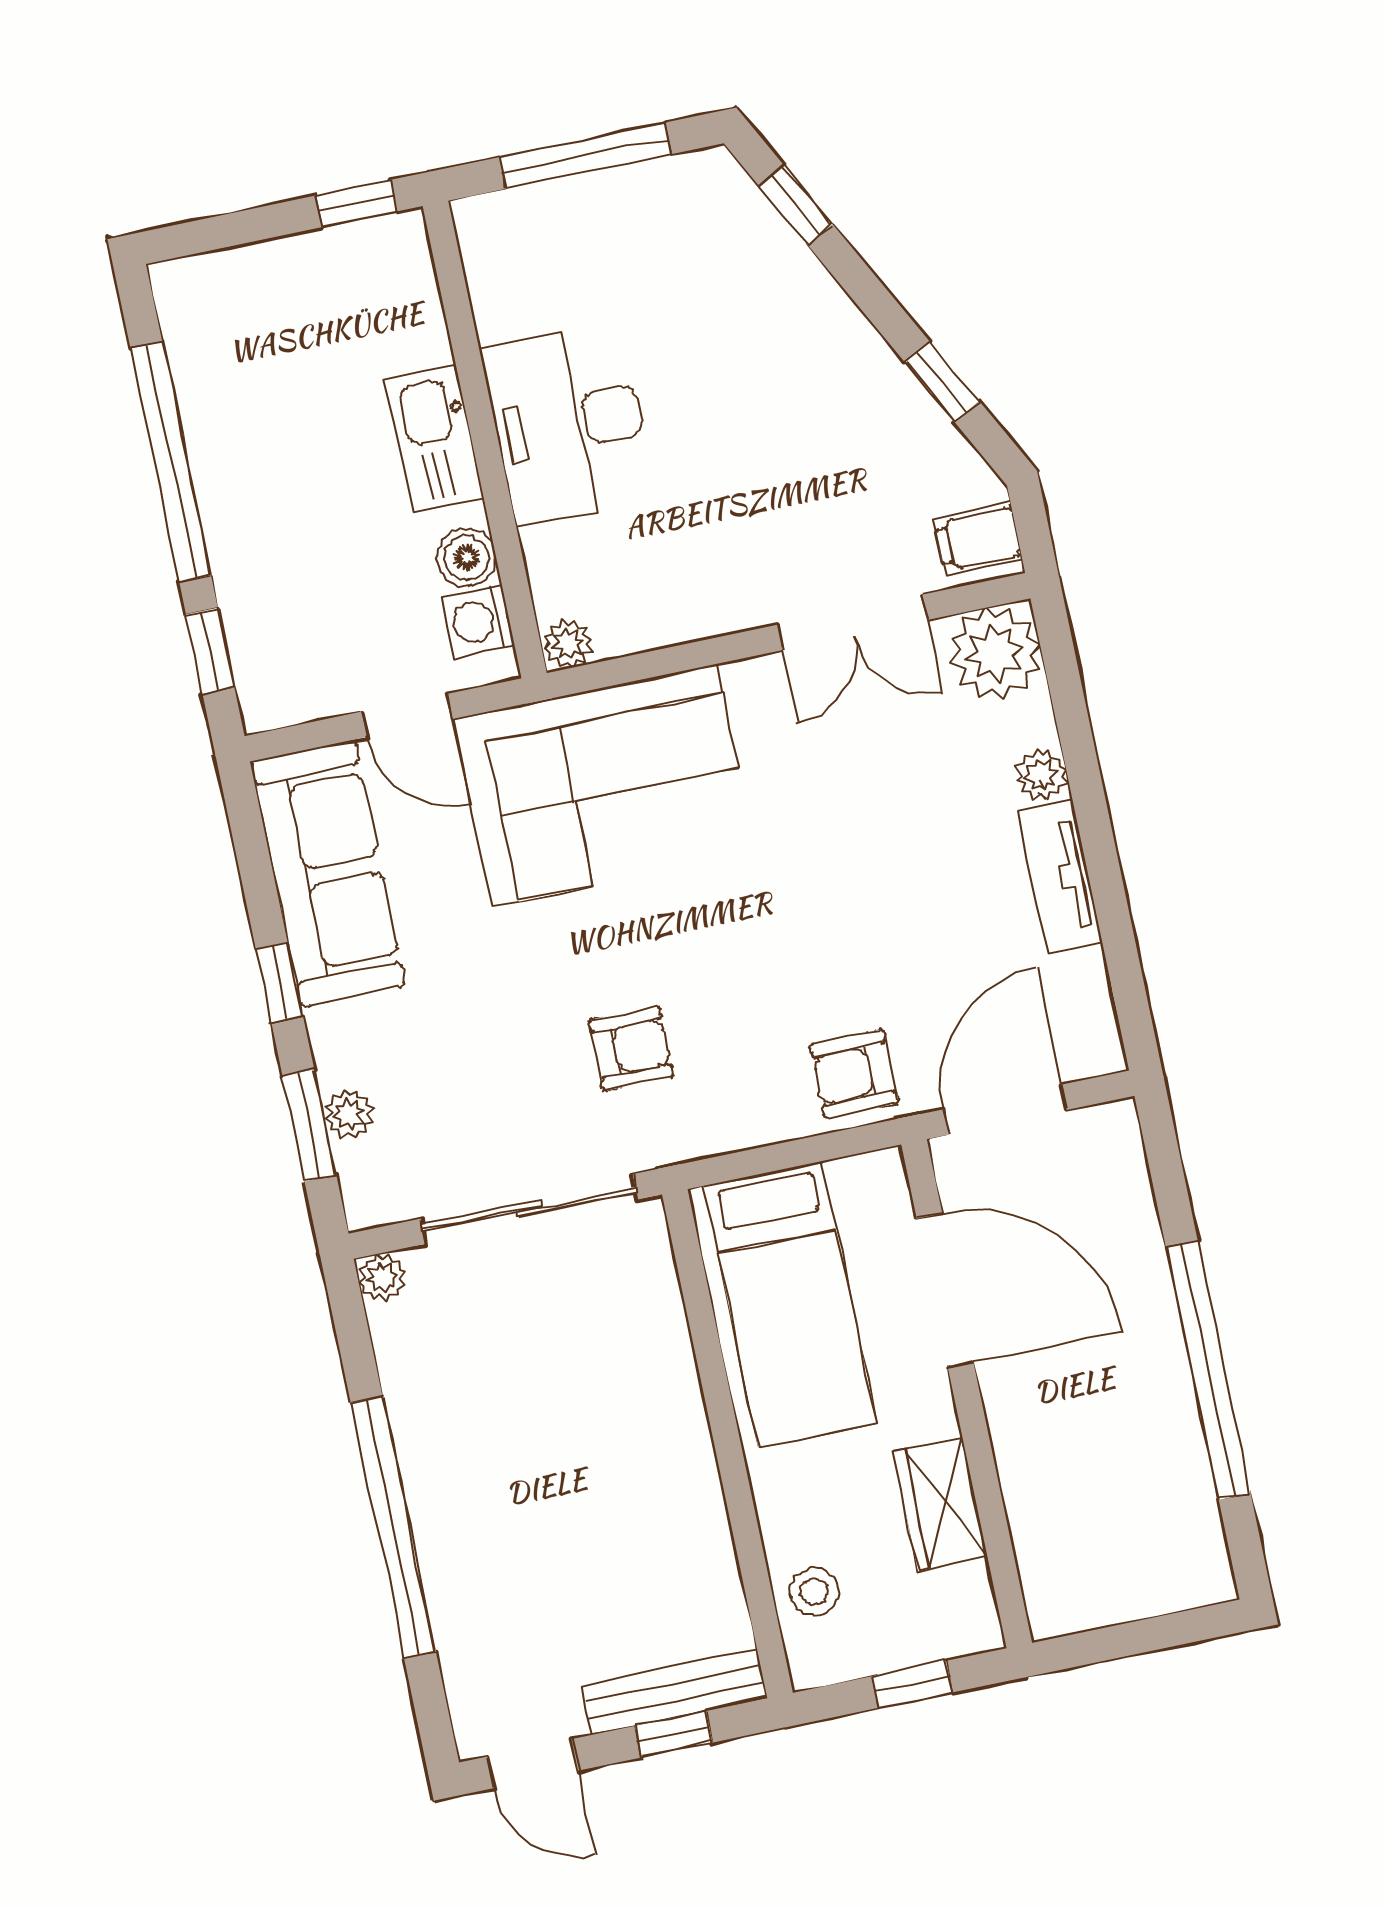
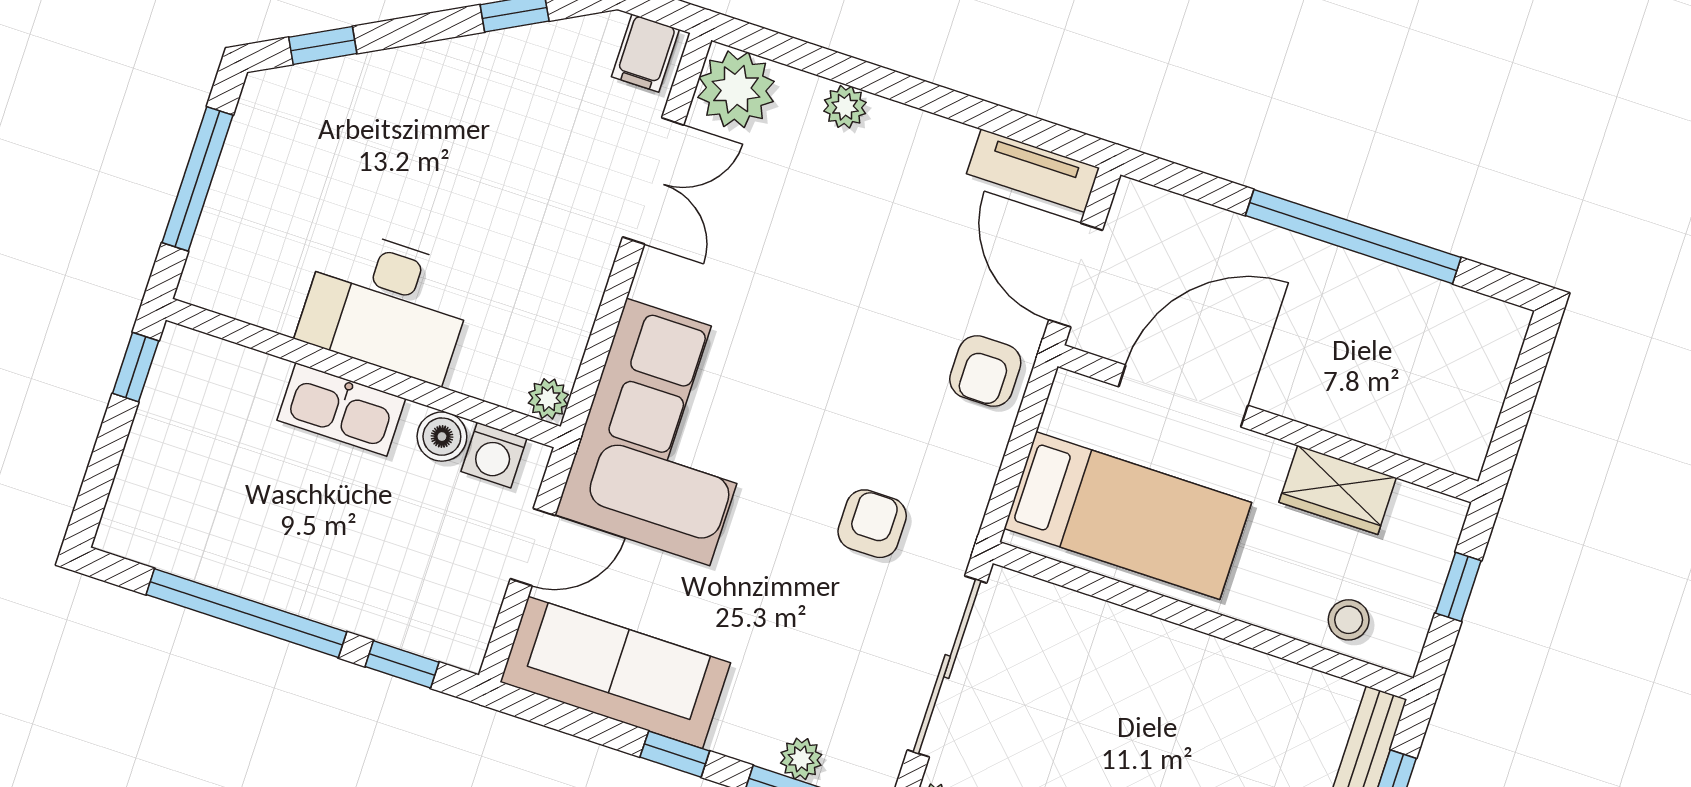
tv unit: (1060, 877) -> (1033, 171), moved

